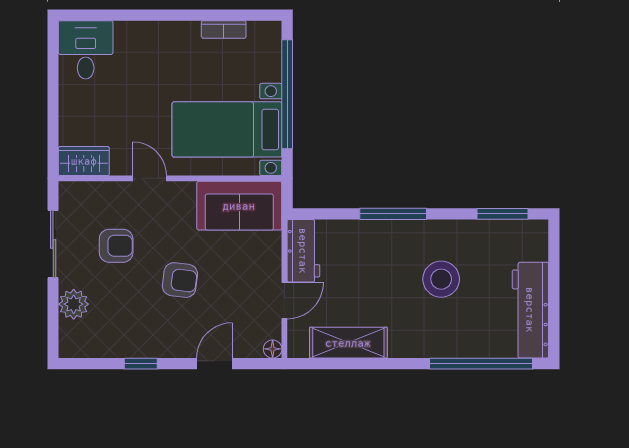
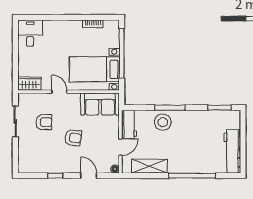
stool: (441, 279) -> (163, 122), moved
plant: (74, 304) -> (25, 149), removed
door: (214, 364) -> (89, 176), hinge flipped
window: (481, 364) -> (192, 176), moved

